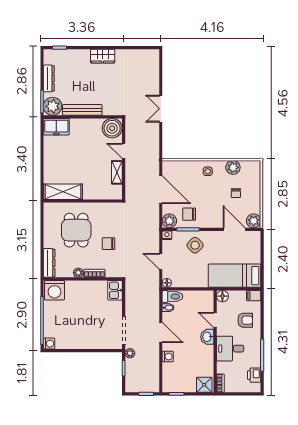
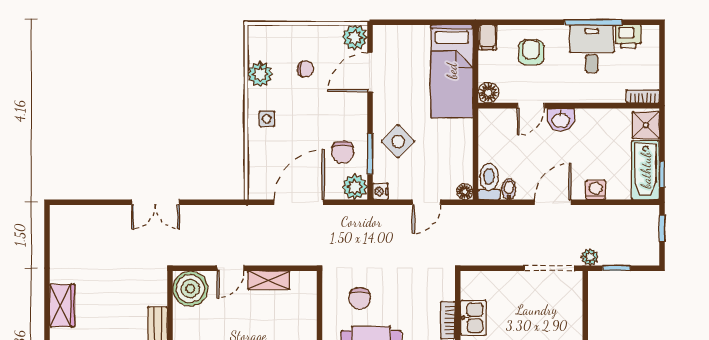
chair: (108, 244) -> (360, 298), moved
kitchen sink: (115, 290) -> (473, 318), moved, turned -90
desk: (230, 349) -> (592, 49), moved, turned 180
bathtub: (179, 385) -> (646, 170), added

